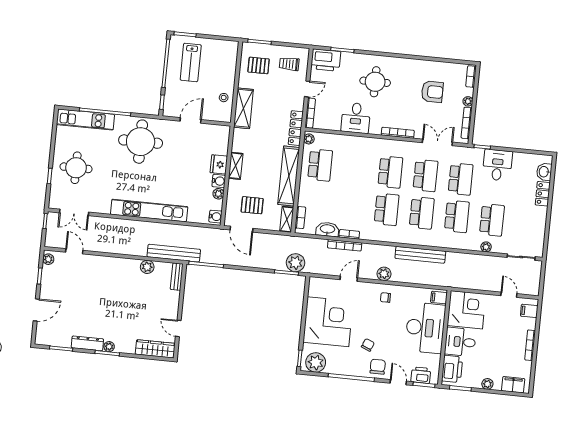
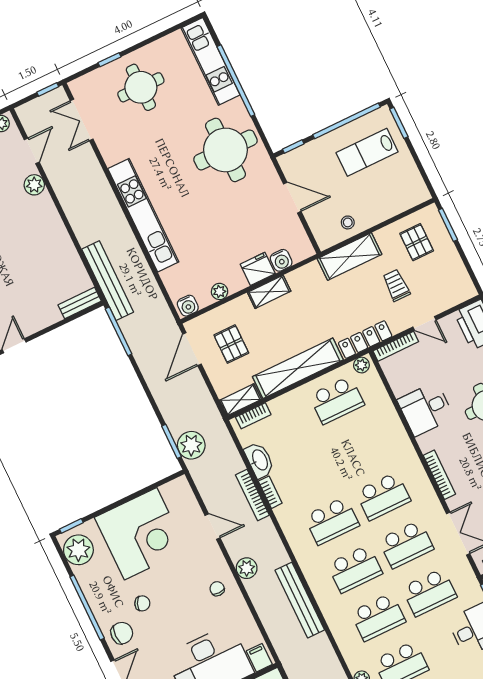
trolley: (289, 64) -> (396, 285), moved
water cooler: (219, 181) -> (281, 260), moved
plant: (147, 267) -> (34, 185), moved

